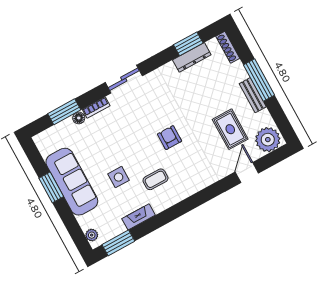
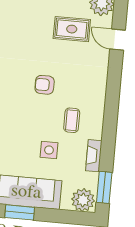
plant: (92, 235) -> (83, 200), width x1.87, depth x1.87

